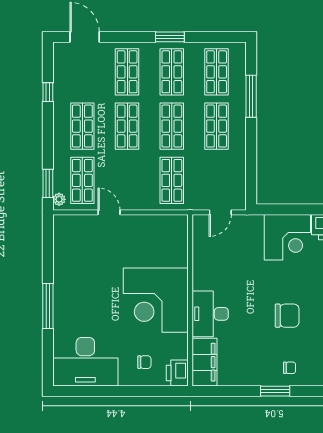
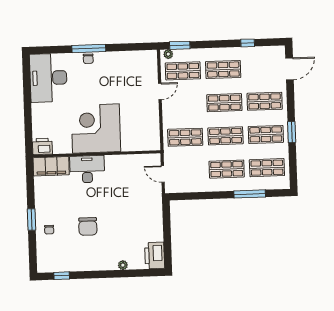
corner desk: (287, 237) -> (146, 224), removed
chair: (144, 362) -> (88, 59), moved

